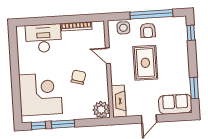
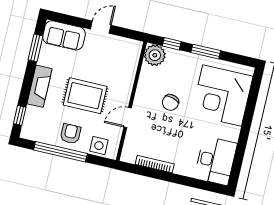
desk: (43, 38) -> (216, 161), moved, turned -90
door: (108, 56) -> (128, 118), swing flipped
rug: (145, 63) -> (85, 96), turned 90
fireplace: (119, 101) -> (40, 86), moved, turned 180
window: (39, 126) -> (172, 44), moved

